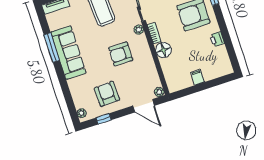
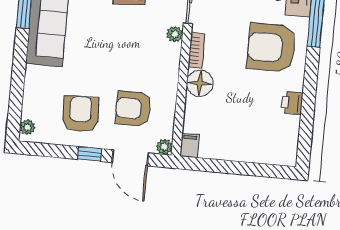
armchair: (121, 54) -> (133, 109), moved
filing cabinet: (197, 77) -> (190, 145), moved
window: (104, 119) -> (89, 154), moved

